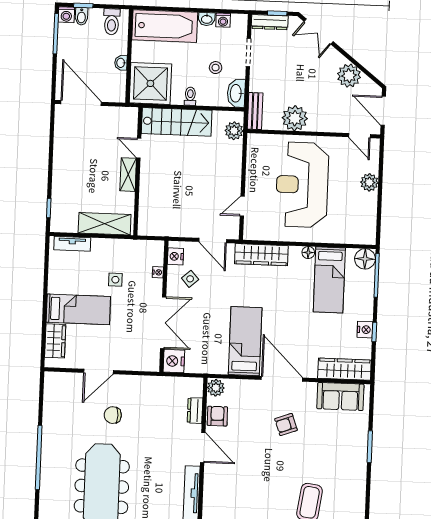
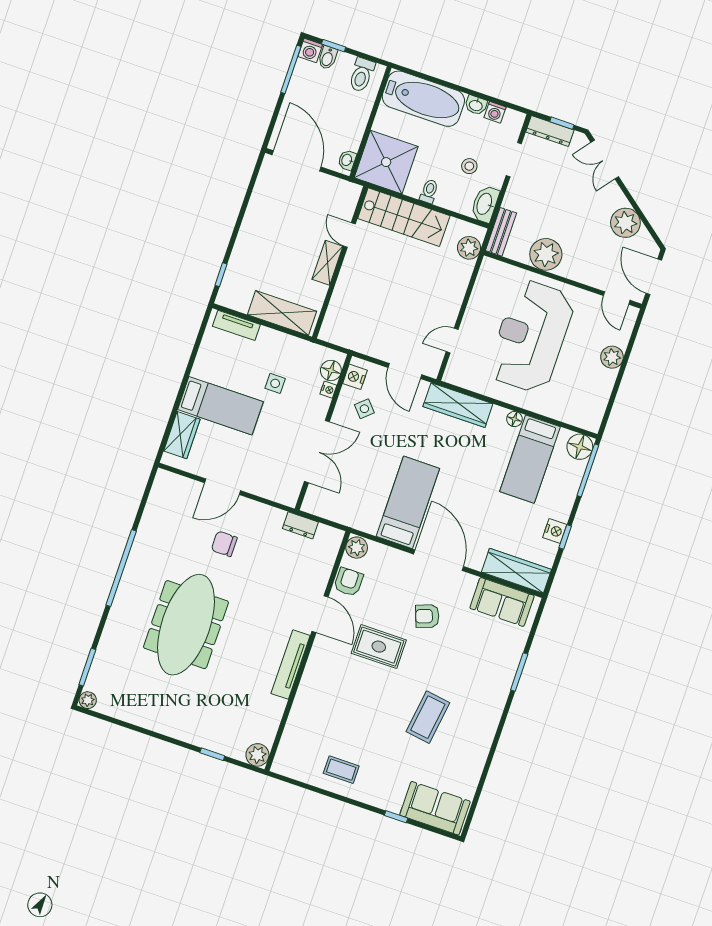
washbasin: (121, 63) -> (347, 160), moved
floor lamp: (155, 257) -> (331, 370), added
nightstand: (174, 361) -> (316, 501), removed
dresser: (195, 411) -> (300, 525), moved, turned -90
rug: (256, 459) -> (379, 647), added

